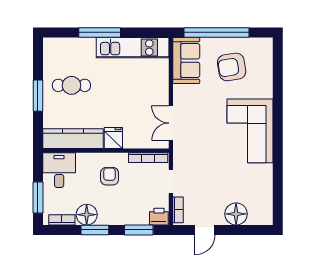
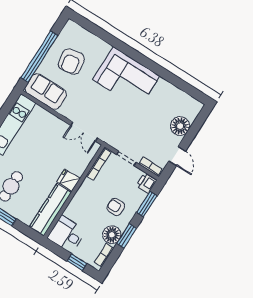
armchair: (110, 176) -> (116, 207), moved
window: (38, 198) -> (77, 262), width x0.67

